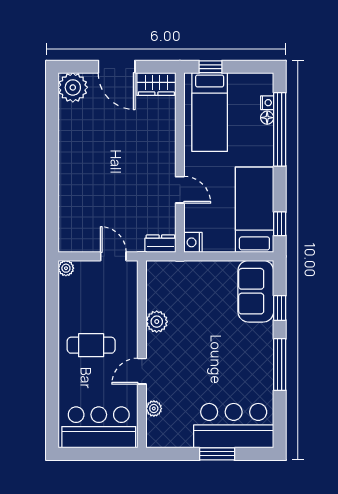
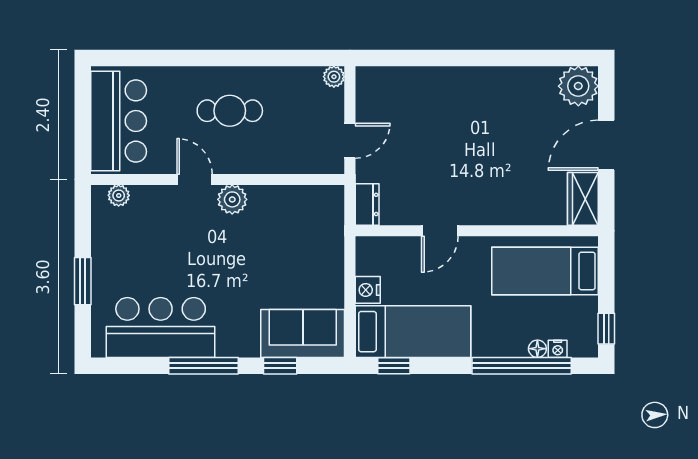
window: (210, 67) -> (606, 329), moved
nightstand: (193, 242) -> (368, 290), moved, turned -90
plant: (157, 322) -> (232, 199), moved
cafe table: (91, 345) -> (230, 111), turned 90
plant: (154, 408) -> (119, 195), moved
bar counter: (234, 426) -> (161, 328), moved, turned -90

